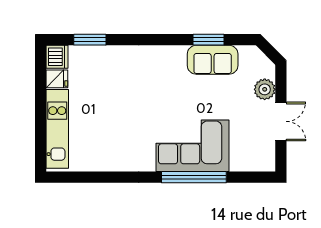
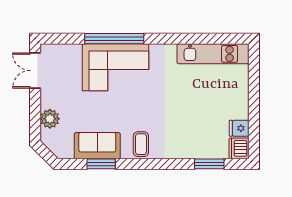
coffee table: (165, 61) -> (141, 144), added
double door: (281, 121) -> (35, 71), moved
kitchen unit: (57, 129) -> (213, 54), moved, turned -90

